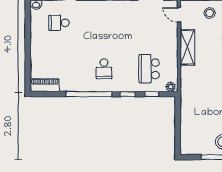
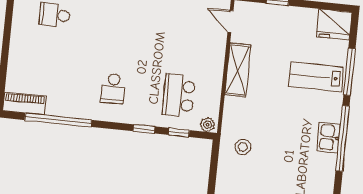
stool: (210, 13) -> (243, 147), moved
window: (89, 94) -> (58, 120), moved

